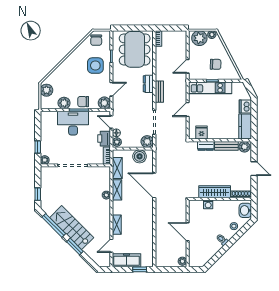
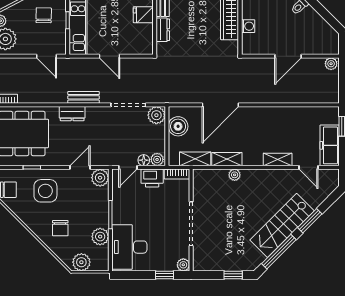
door: (111, 89) -> (80, 167), hinge flipped
chair: (83, 102) -> (60, 228), moved
desk: (73, 123) -> (129, 247), moved
fridge: (201, 133) -> (143, 15), moved

